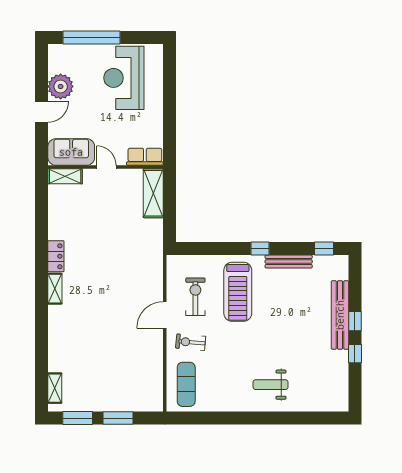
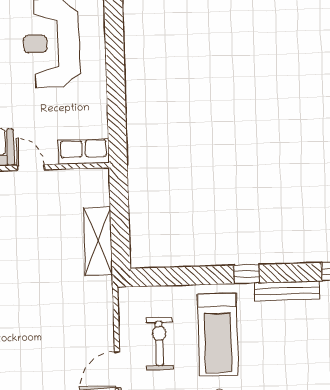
shelving: (153, 193) -> (98, 241), moved

